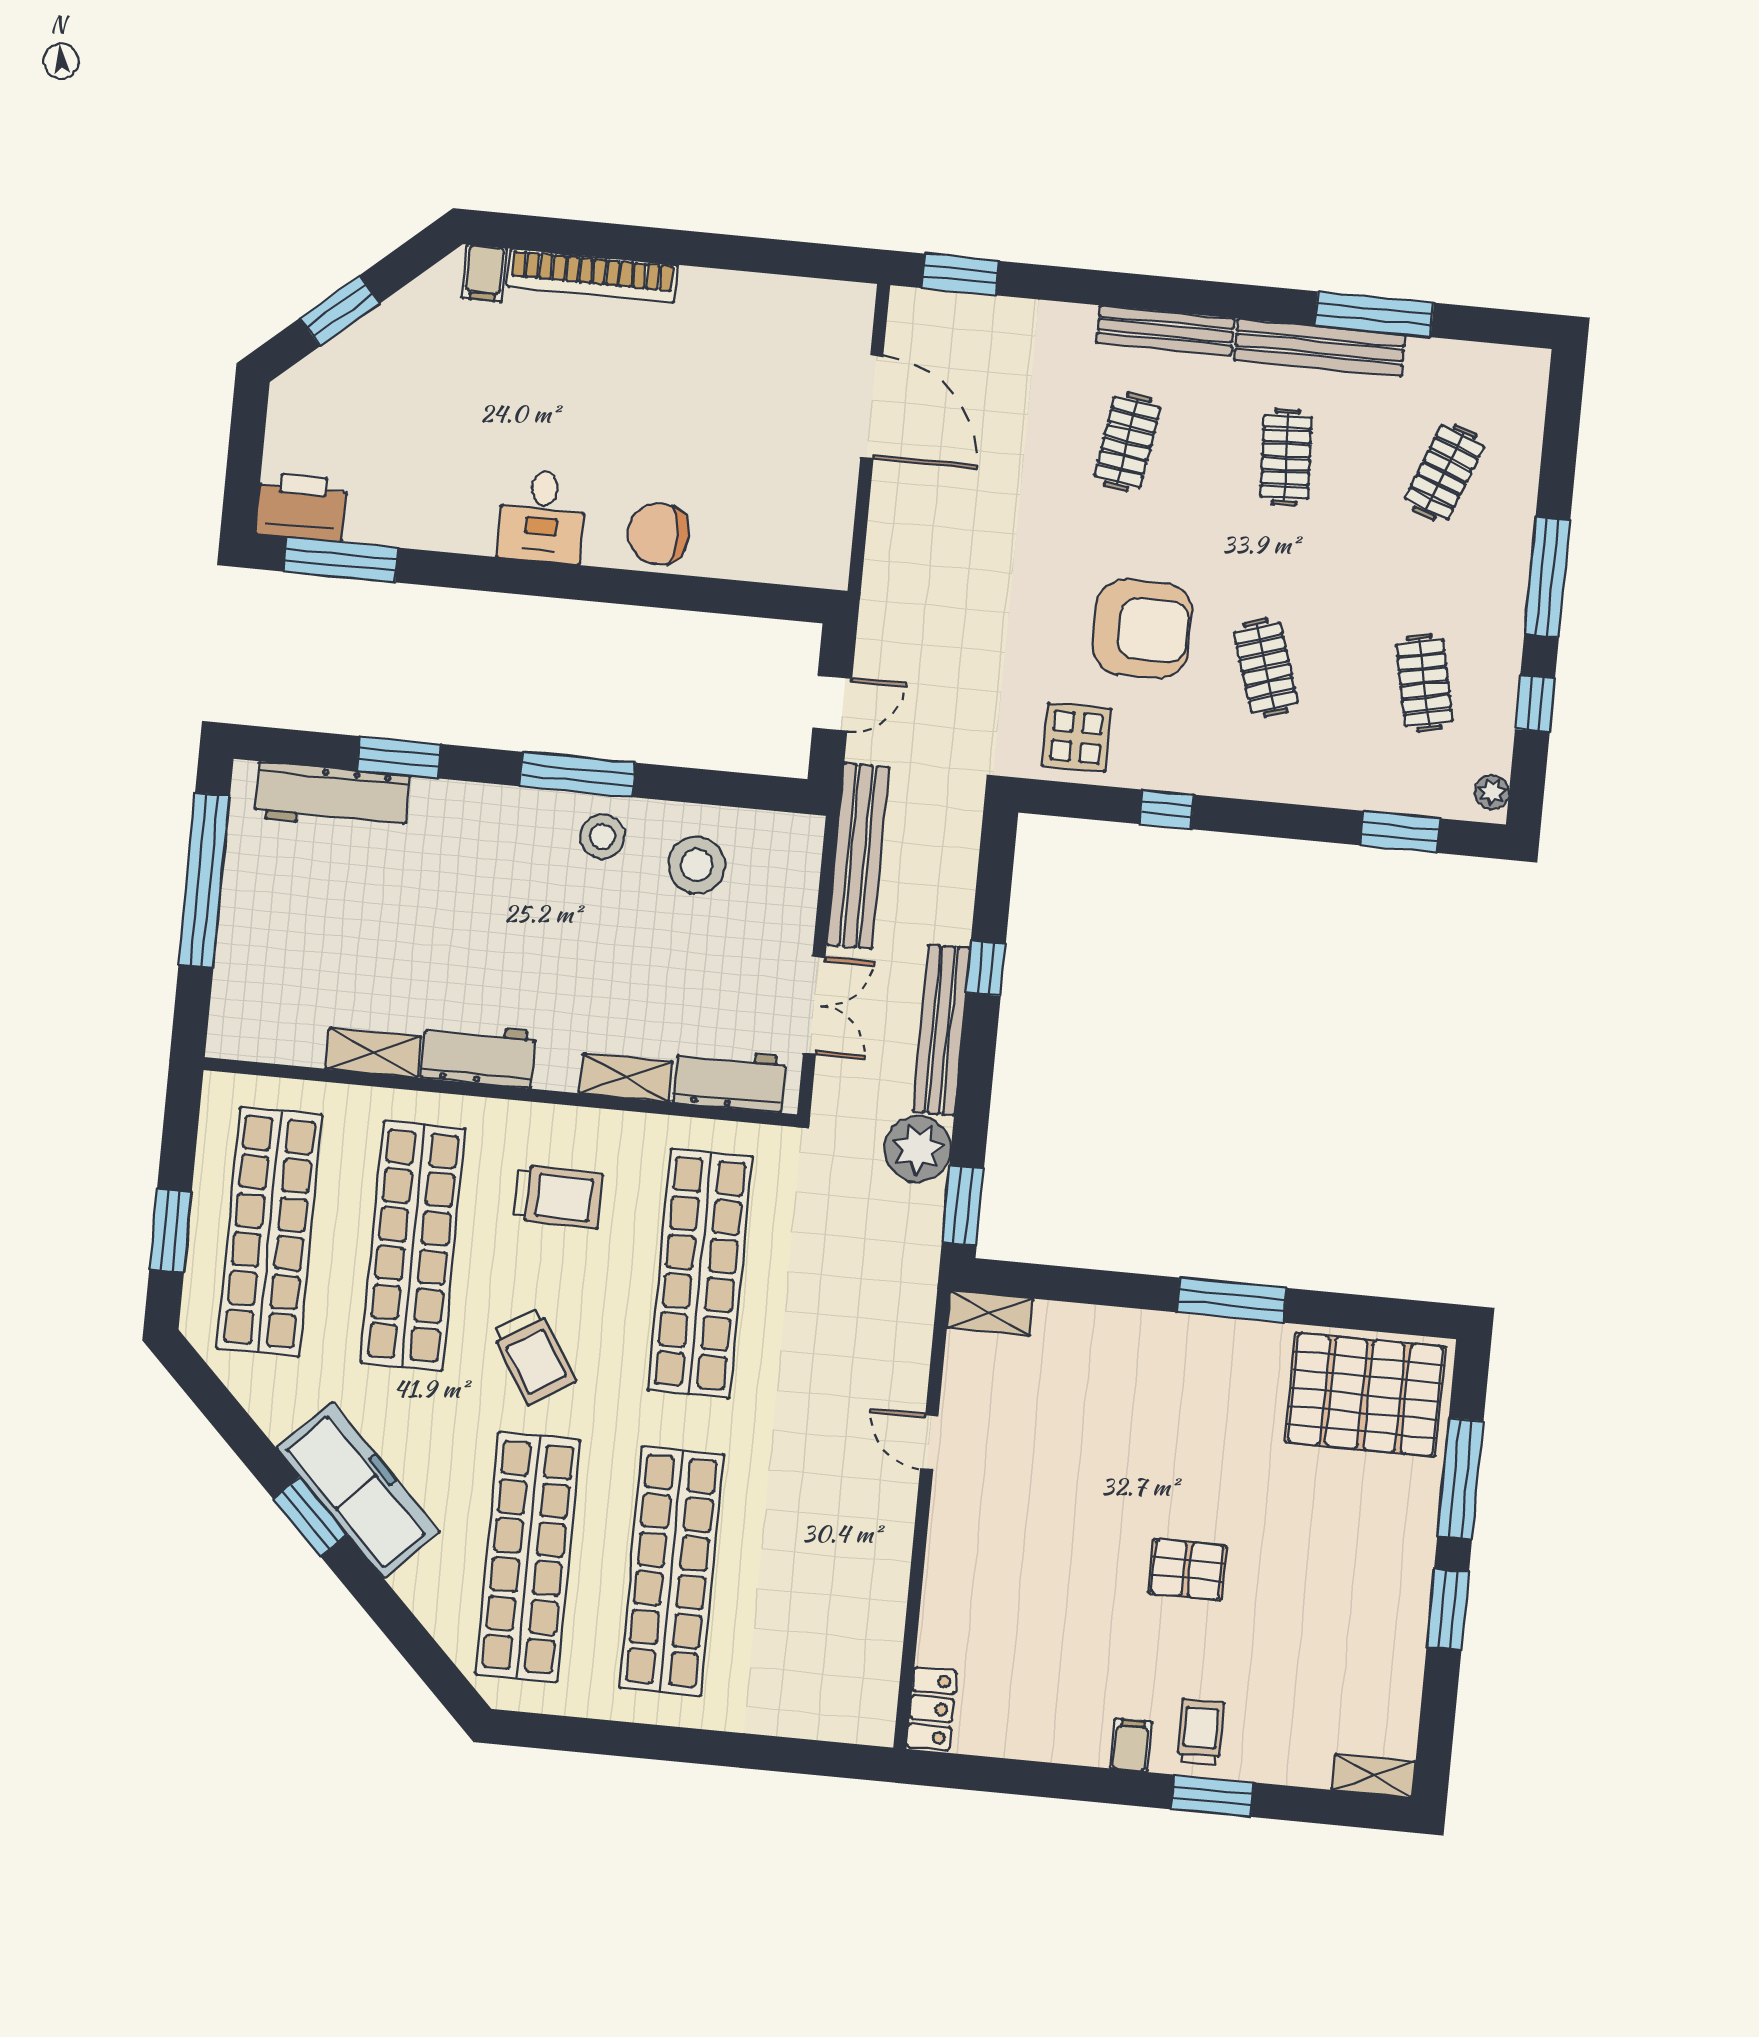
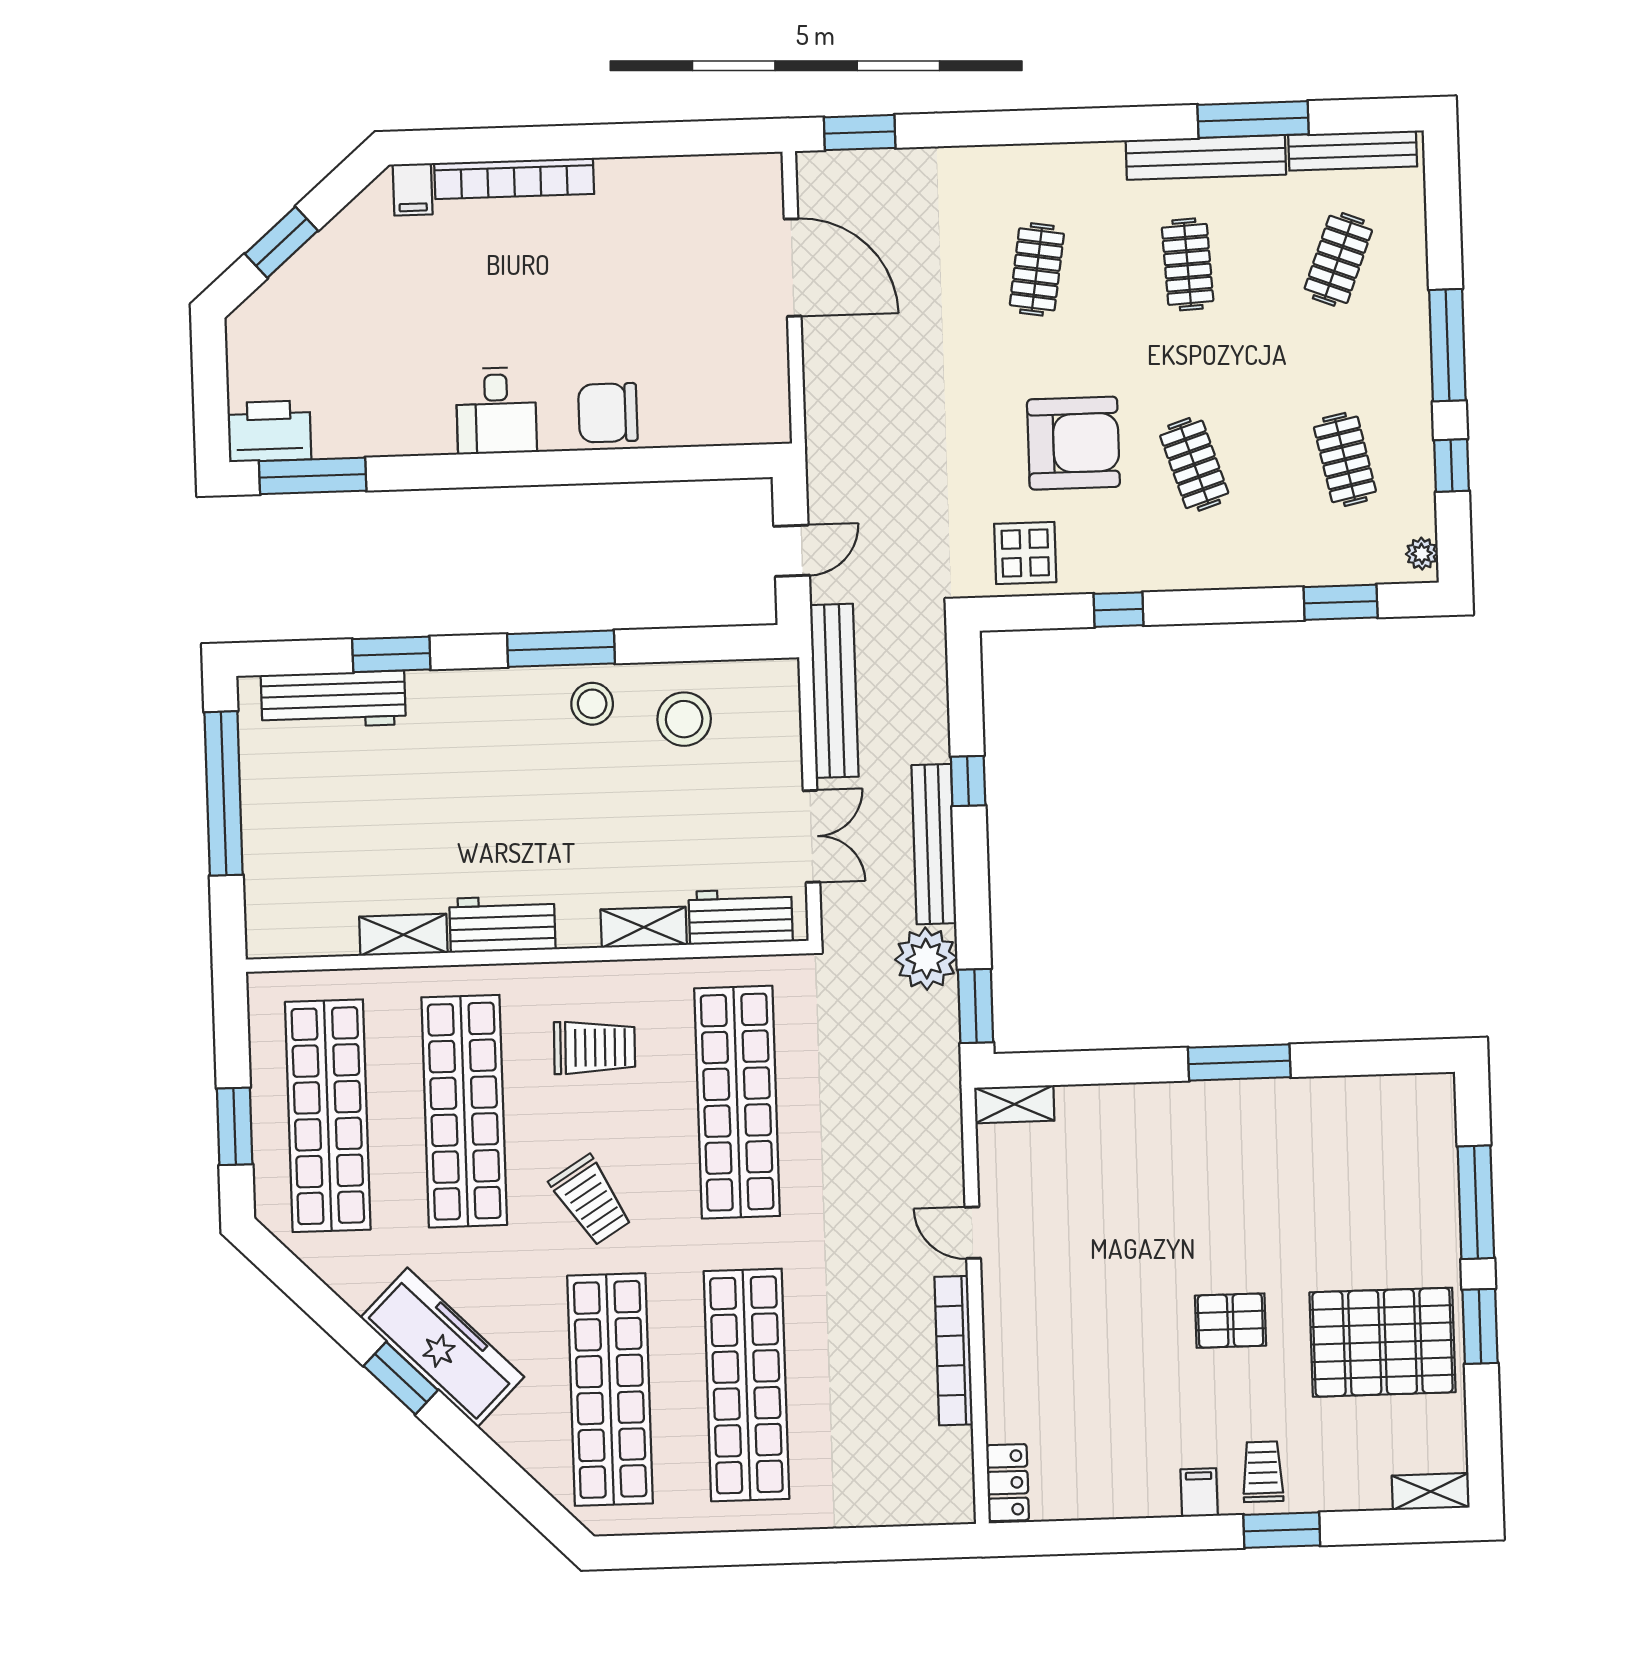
bench: (1165, 331) -> (1353, 151), moved
pallet: (1365, 1395) -> (1383, 1342), moved
bookcase: (893, 1563) -> (954, 1351), added

